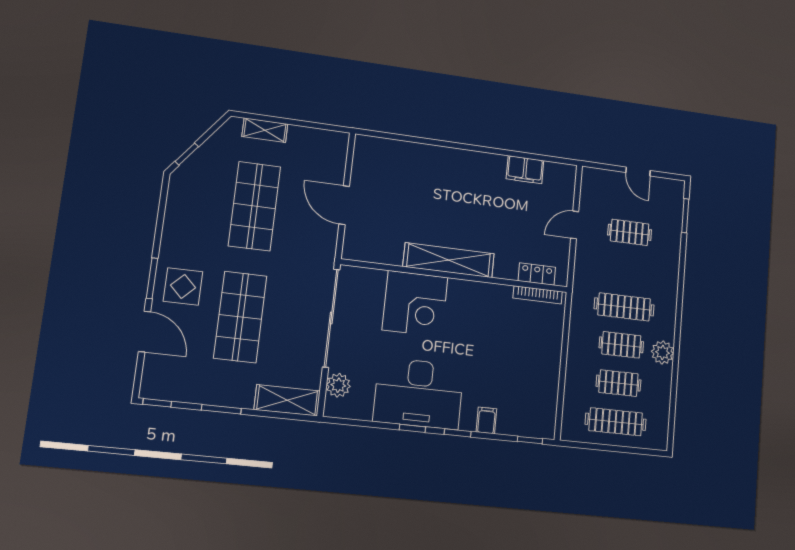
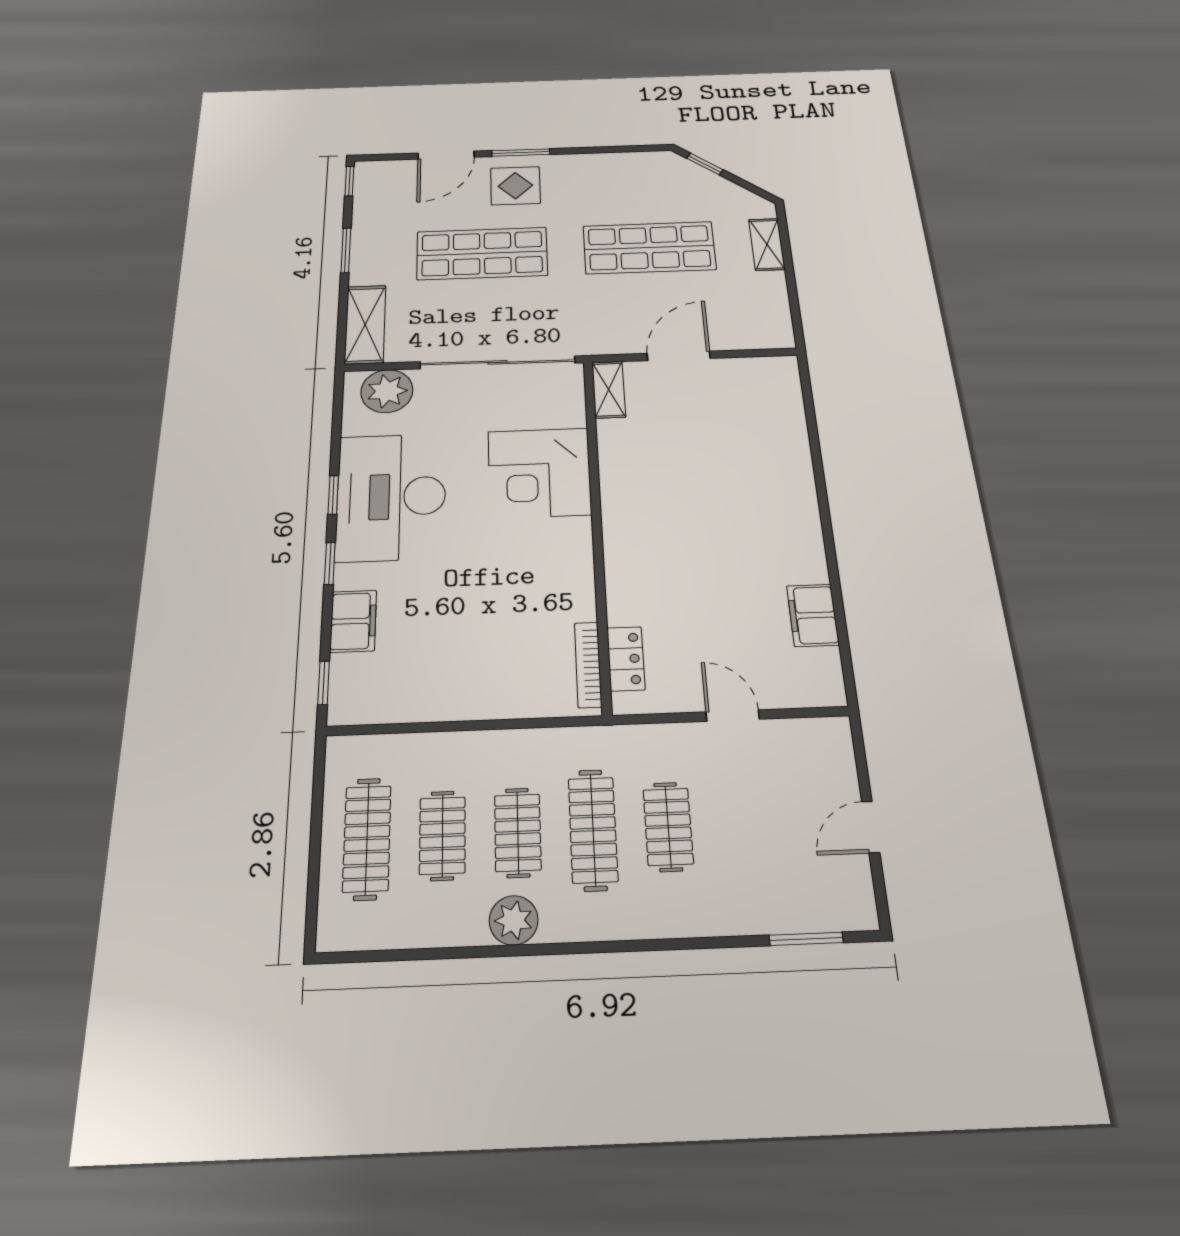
clothes rail: (630, 232) -> (668, 827), moved
shelving: (449, 260) -> (609, 389), moved, width x0.45, depth x0.75
plant: (338, 385) -> (387, 391), width x1.36, depth x1.36
filing cabinet: (486, 420) -> (353, 621), width x2.00

